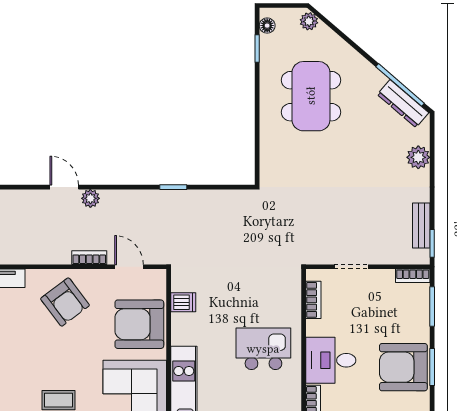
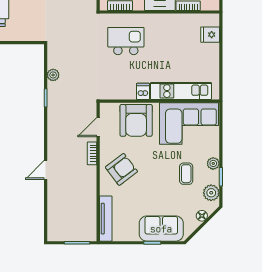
plant: (90, 198) -> (53, 75), moved
dishwasher: (183, 302) -> (143, 91), moved
kitchen island: (263, 349) -> (126, 41), moved, turned 90

